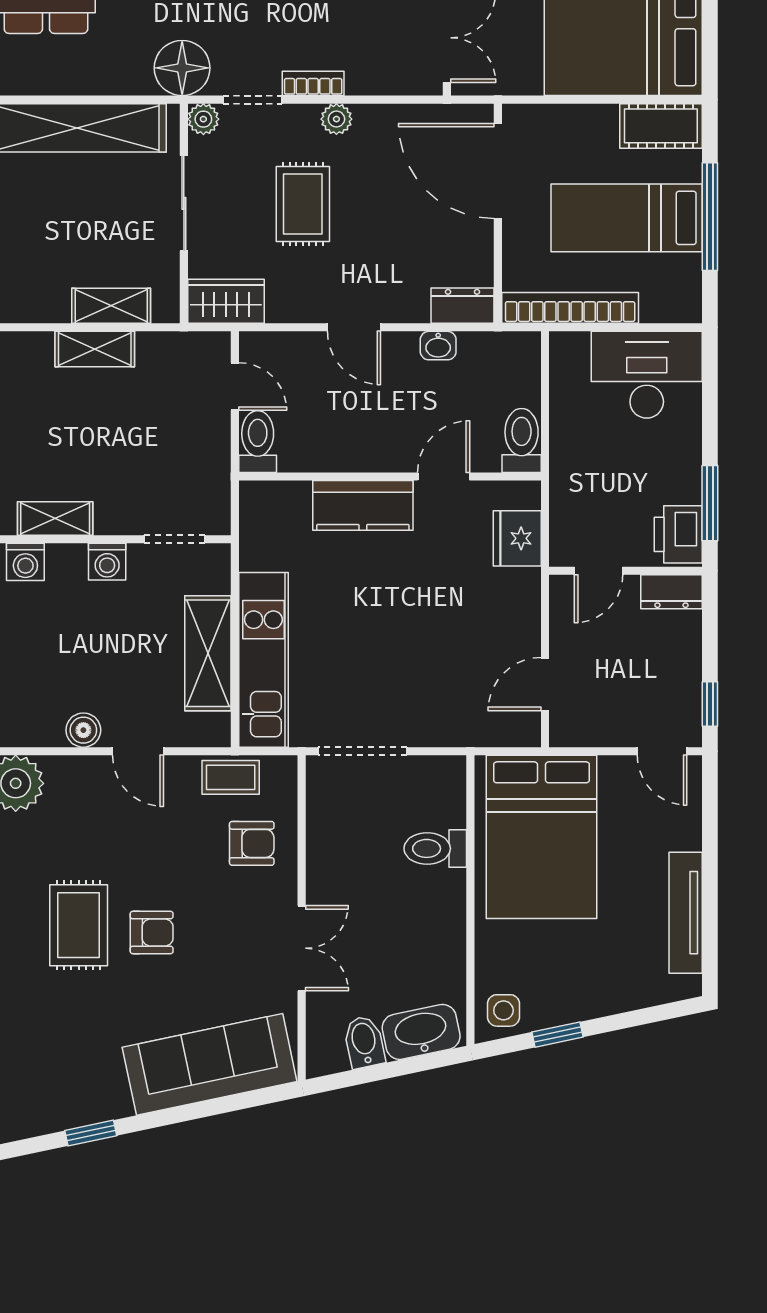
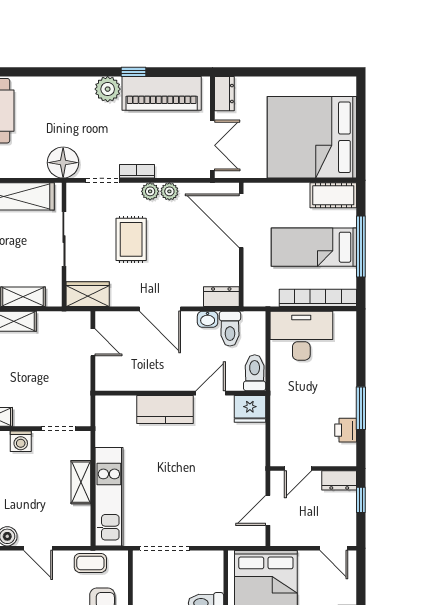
plant: (203, 119) -> (169, 191), moved
bookcase: (570, 308) -> (318, 298), moved
door: (354, 327) -> (160, 309), width x1.38
desk: (647, 375) -> (301, 336), moved
toilet: (258, 442) -> (230, 329), moved, turned 180
printer: (678, 534) -> (346, 430), width x0.73, depth x0.81
fridge: (517, 538) -> (250, 409), moved, turned -90
door: (598, 571) -> (298, 468), moved
wall: (625, 571) -> (313, 468), moved
dresser: (671, 592) -> (339, 480), moved
shelving: (208, 653) -> (81, 482), width x0.67, depth x0.75
window: (710, 704) -> (361, 500), moved

